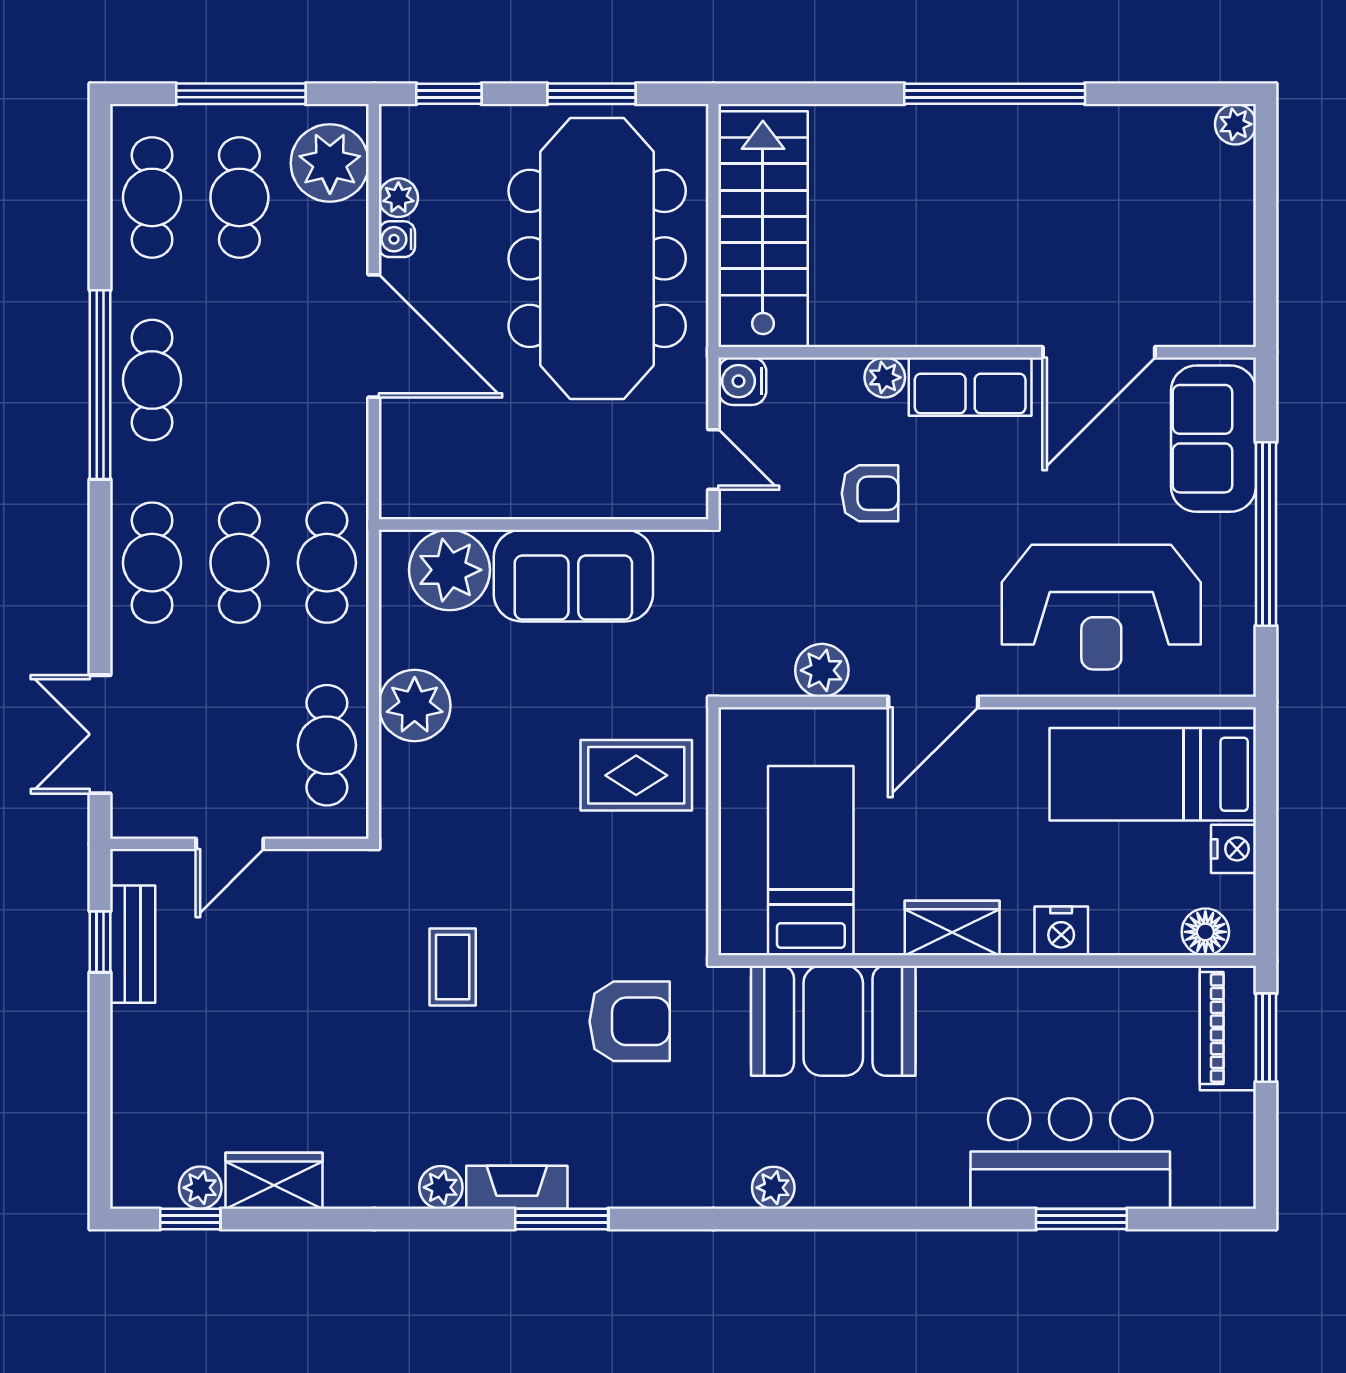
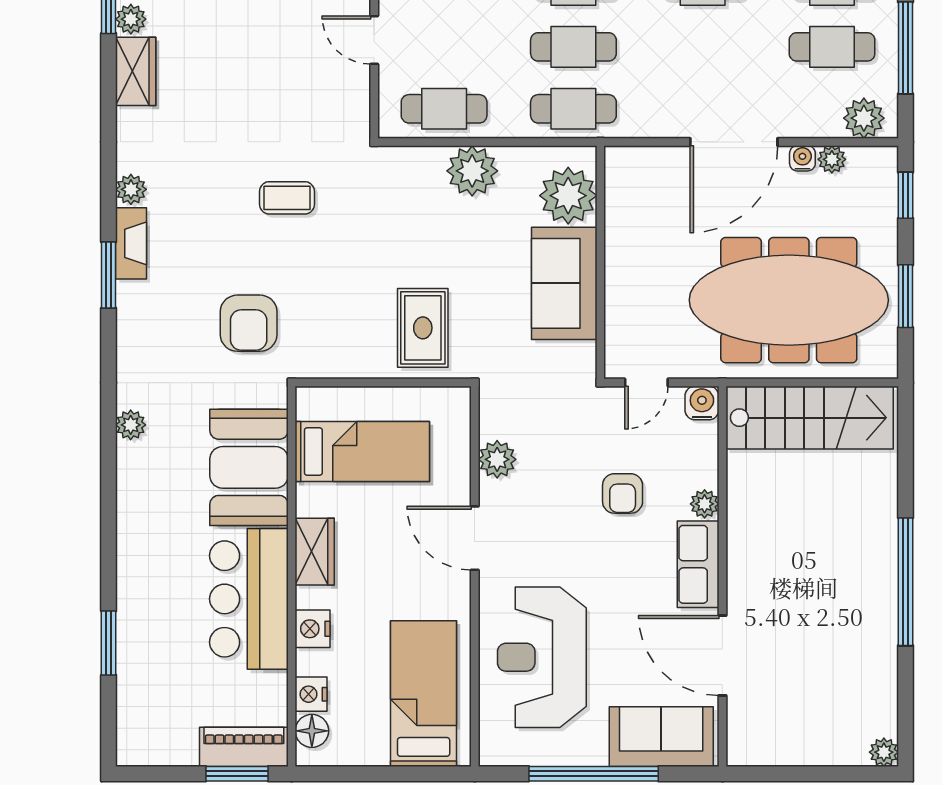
plant: (330, 163) -> (864, 118), width x0.73, depth x0.73
nightstand: (1233, 849) -> (311, 694), moved, turned 90
bar counter: (1070, 1154) -> (249, 599), moved, turned 180

